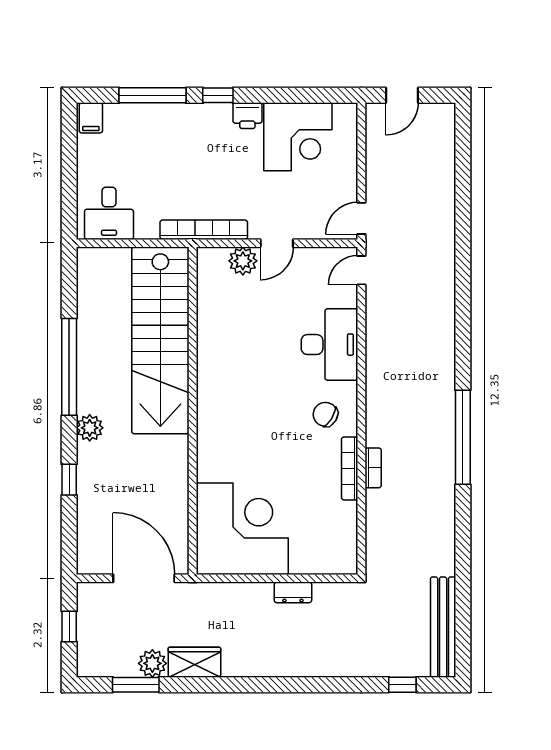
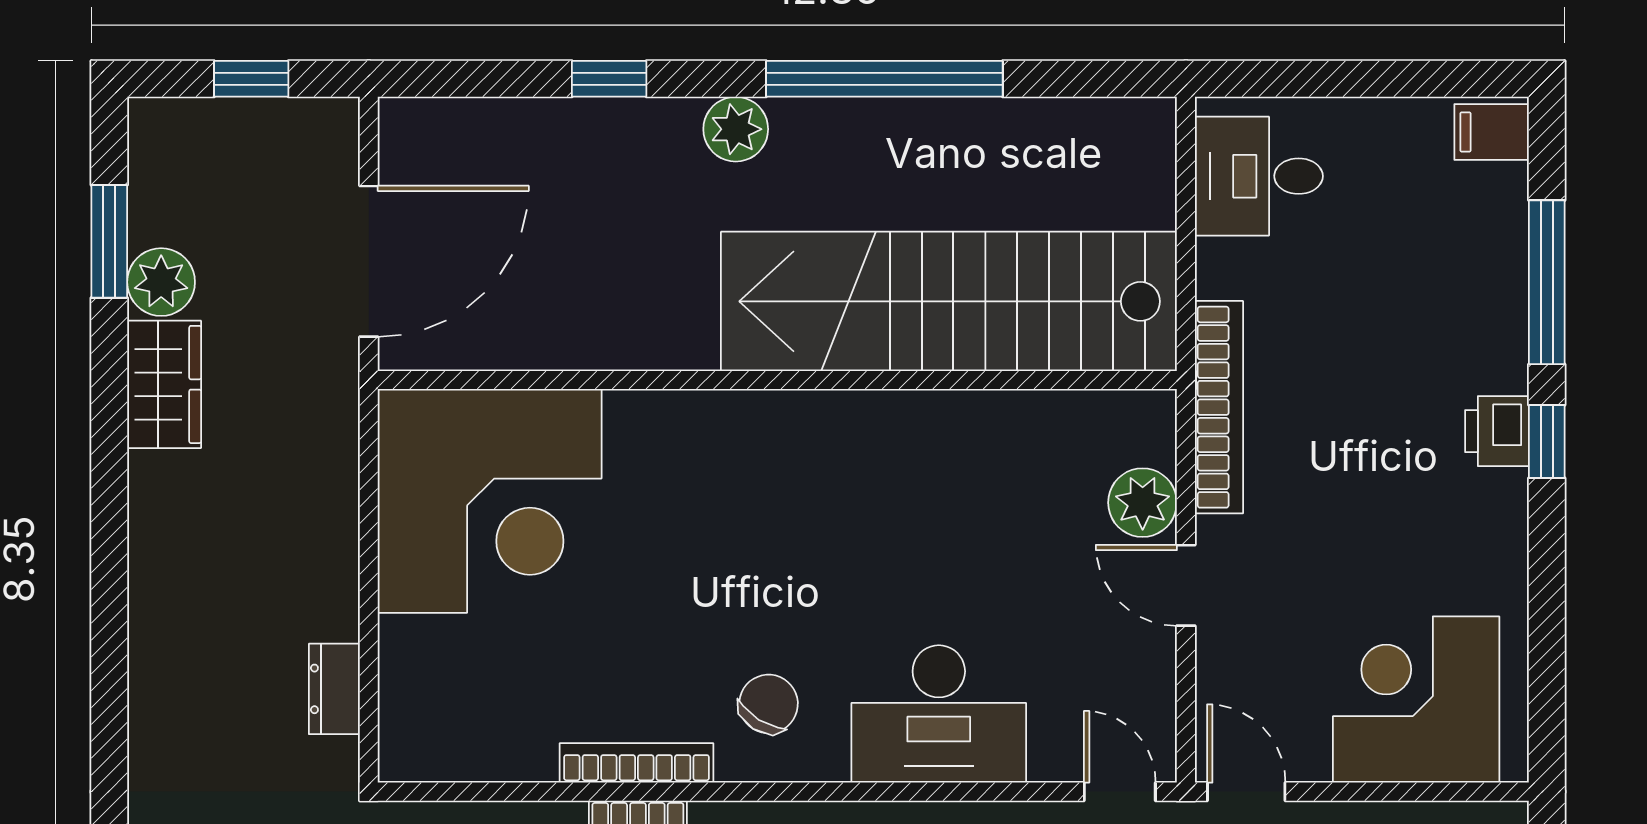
printer: (247, 116) -> (1497, 431), moved
corner desk: (298, 137) -> (1416, 699), moved, turned 90
dresser: (293, 592) -> (334, 689), moved

